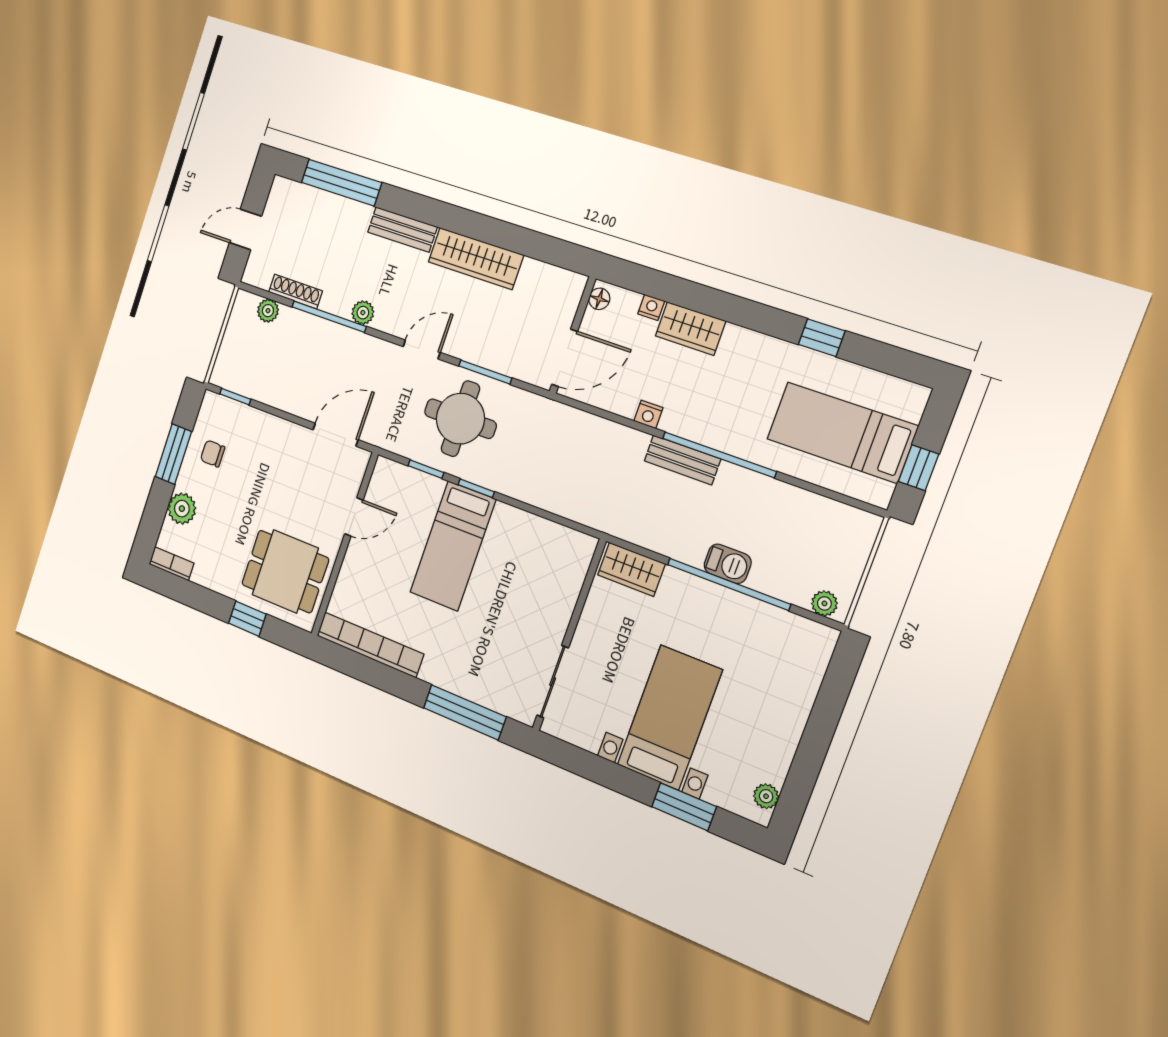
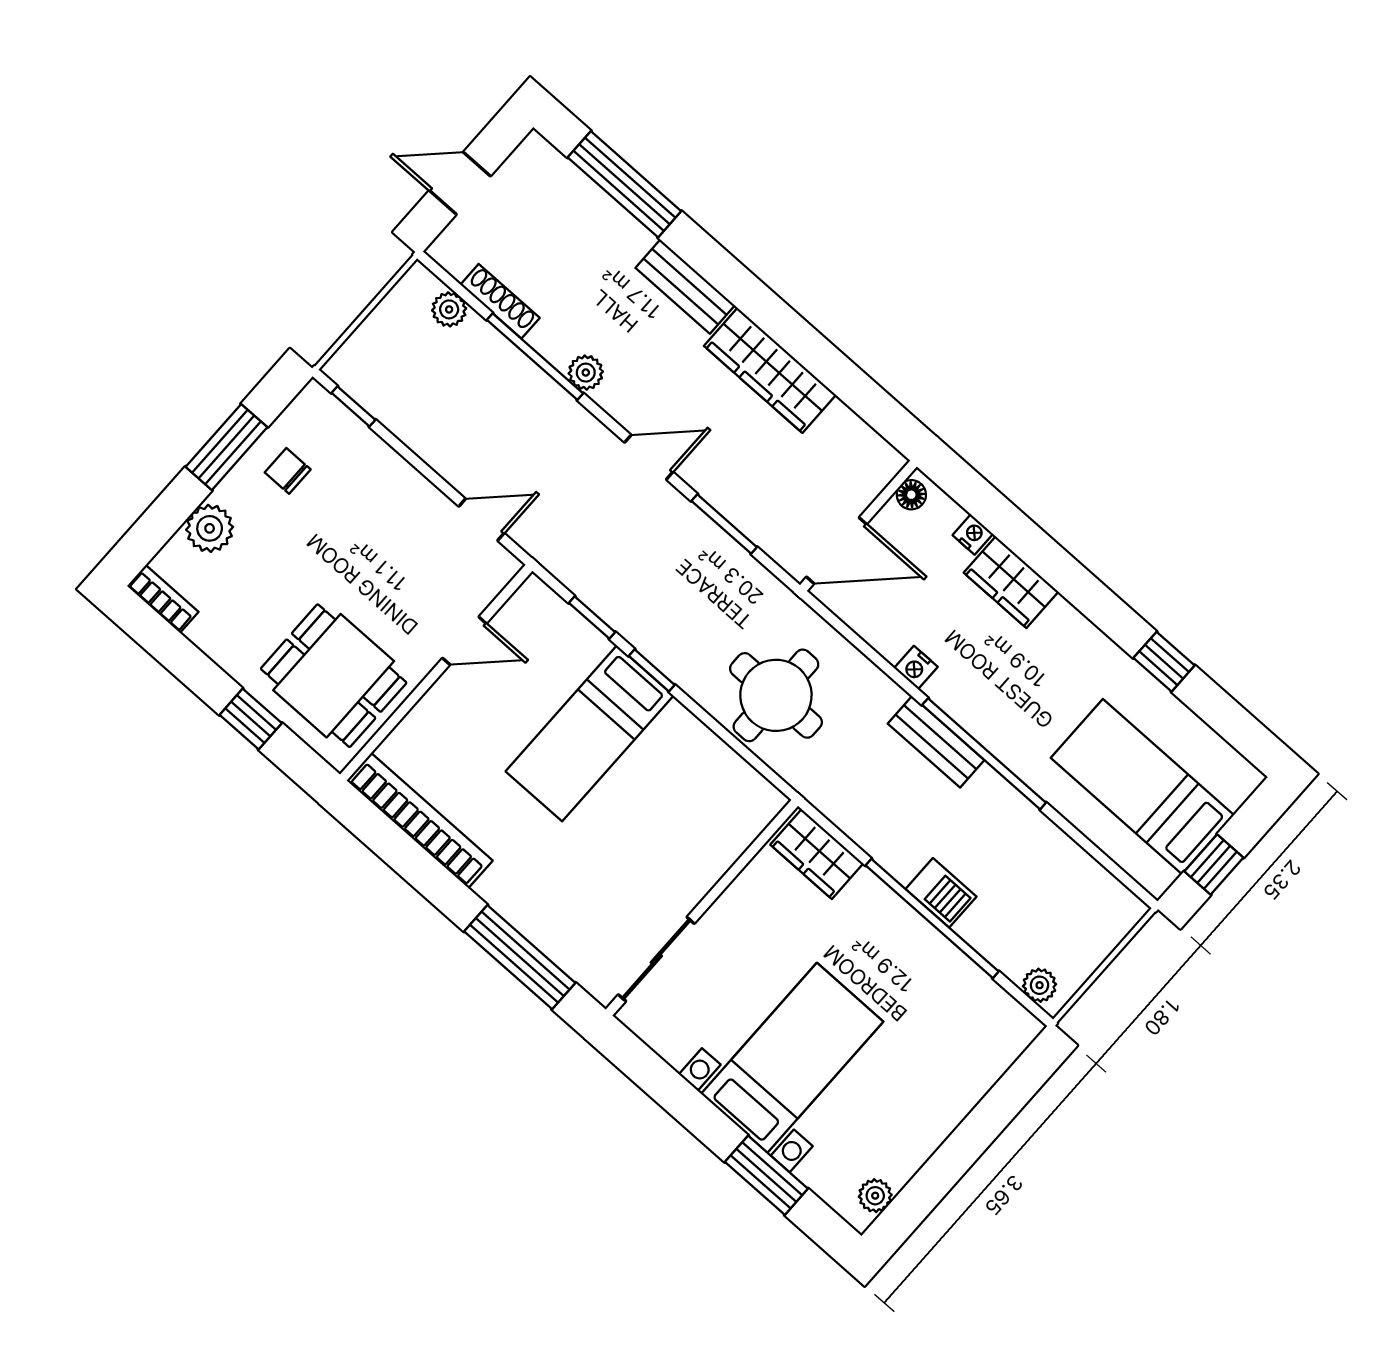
round table: (460, 419) -> (776, 695), moved
door: (336, 435) -> (481, 520), width x0.73

